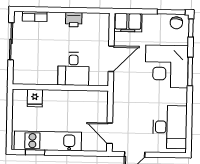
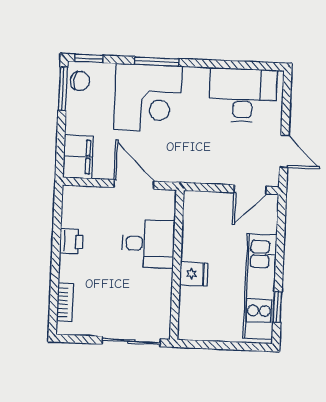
sliding door: (11, 41) -> (131, 341), moved
fridge: (35, 98) -> (194, 274), moved

